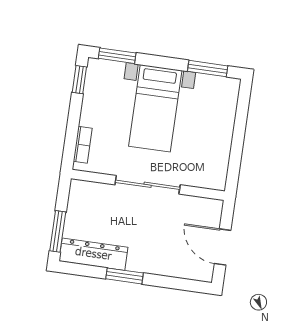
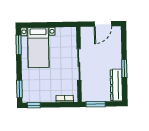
bed with nightstands: (155, 108) -> (38, 48), moved, turned 90
window: (58, 231) -> (96, 104), moved

